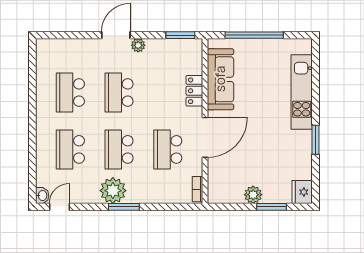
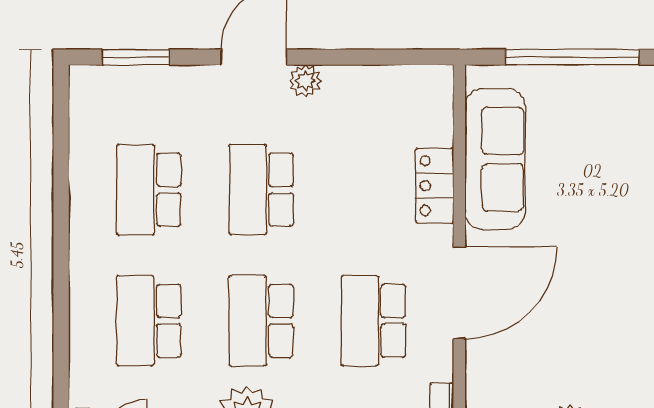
window: (180, 35) -> (136, 57), moved

